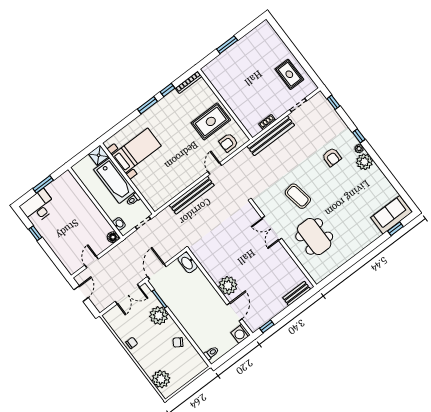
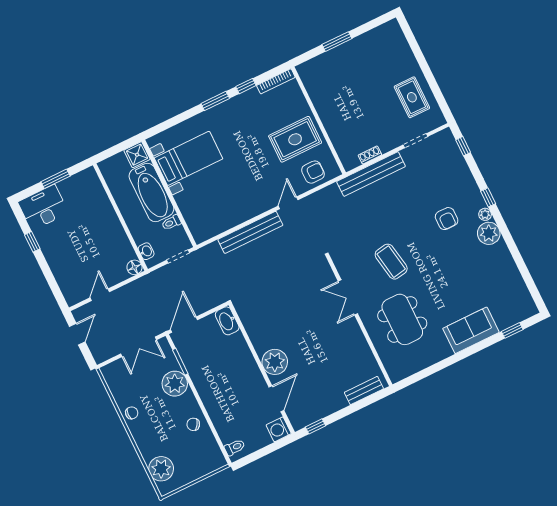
armchair: (228, 143) -> (313, 172), turned 180
sofa: (391, 215) -> (471, 330), moved

